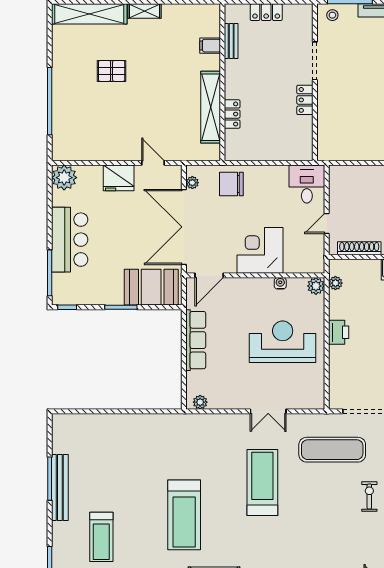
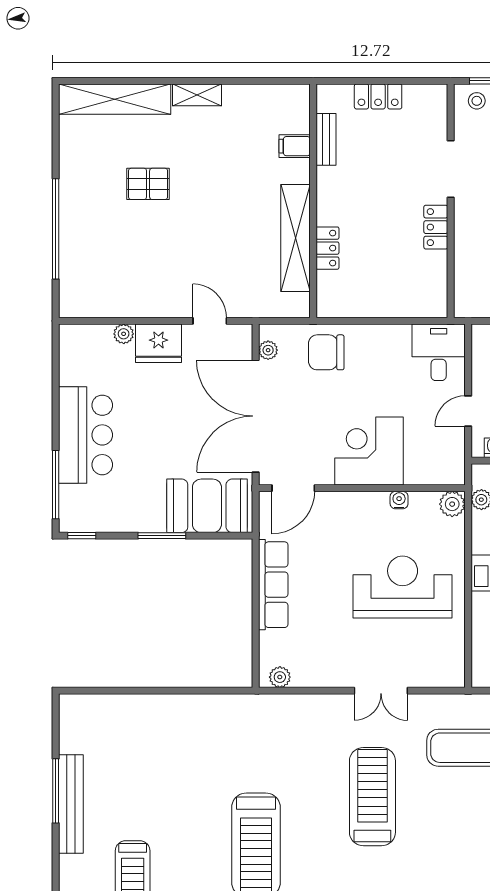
plant: (64, 178) -> (124, 334), moved, width x0.53, depth x0.53

